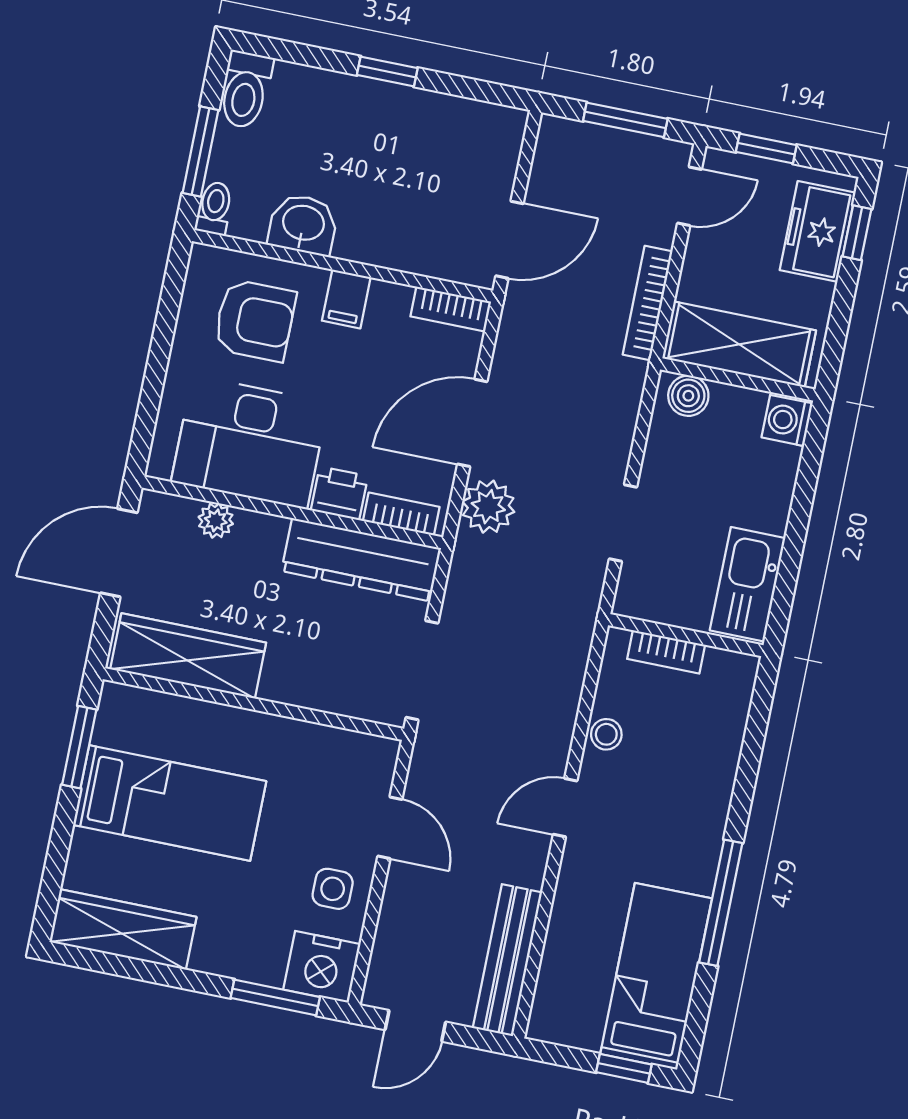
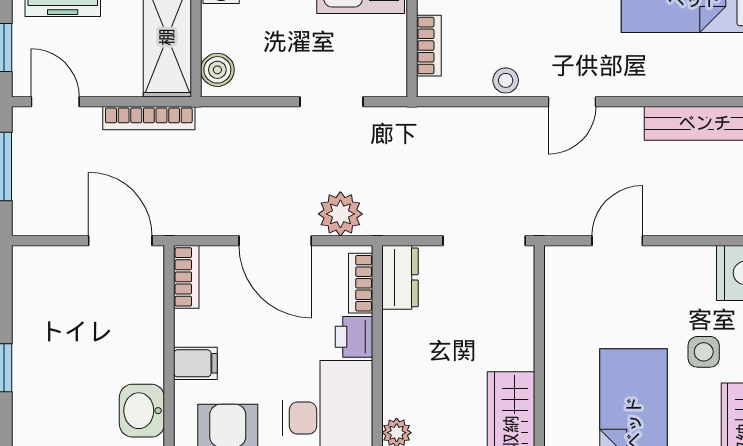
dresser: (361, 560) -> (400, 277), width x0.51, depth x0.80
door: (565, 808) -> (572, 102), hinge flipped
side table: (333, 889) -> (704, 352), moved

